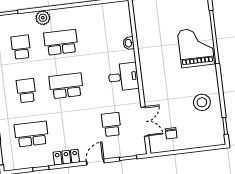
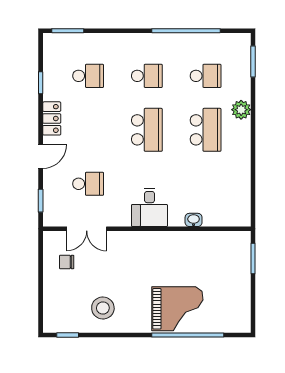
school desk: (31, 134) -> (88, 76), width x0.54
door: (95, 162) -> (41, 156), hinge flipped

